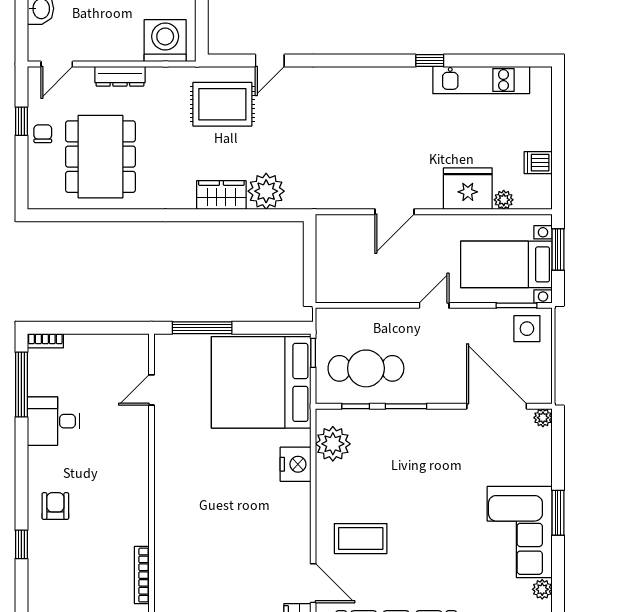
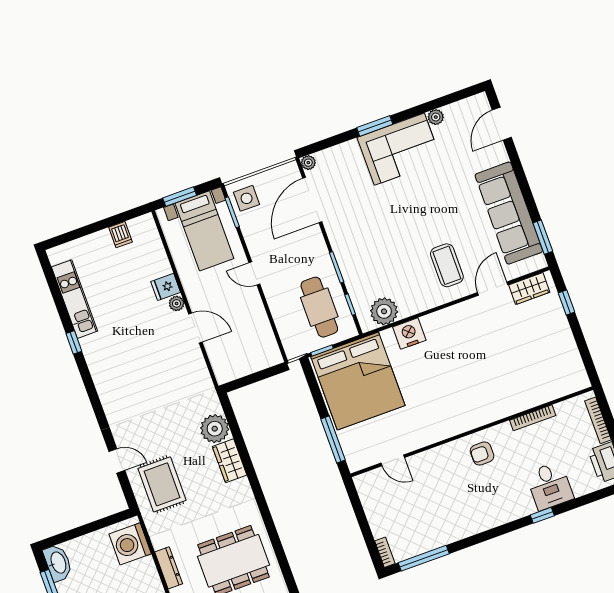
fridge: (468, 189) -> (166, 287), width x0.53, depth x0.75
plant: (504, 200) -> (177, 303), moved
desk: (53, 421) -> (550, 486), moved
armchair: (55, 506) -> (482, 453), moved

